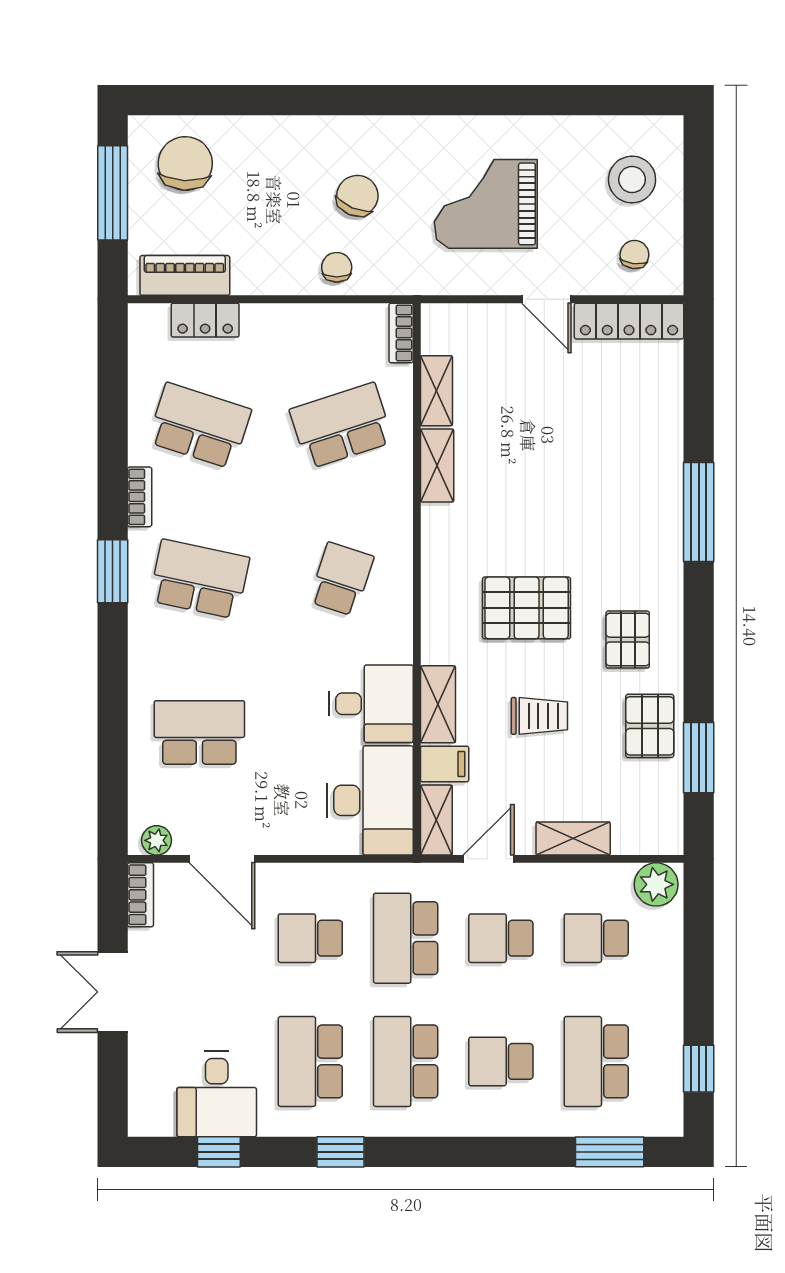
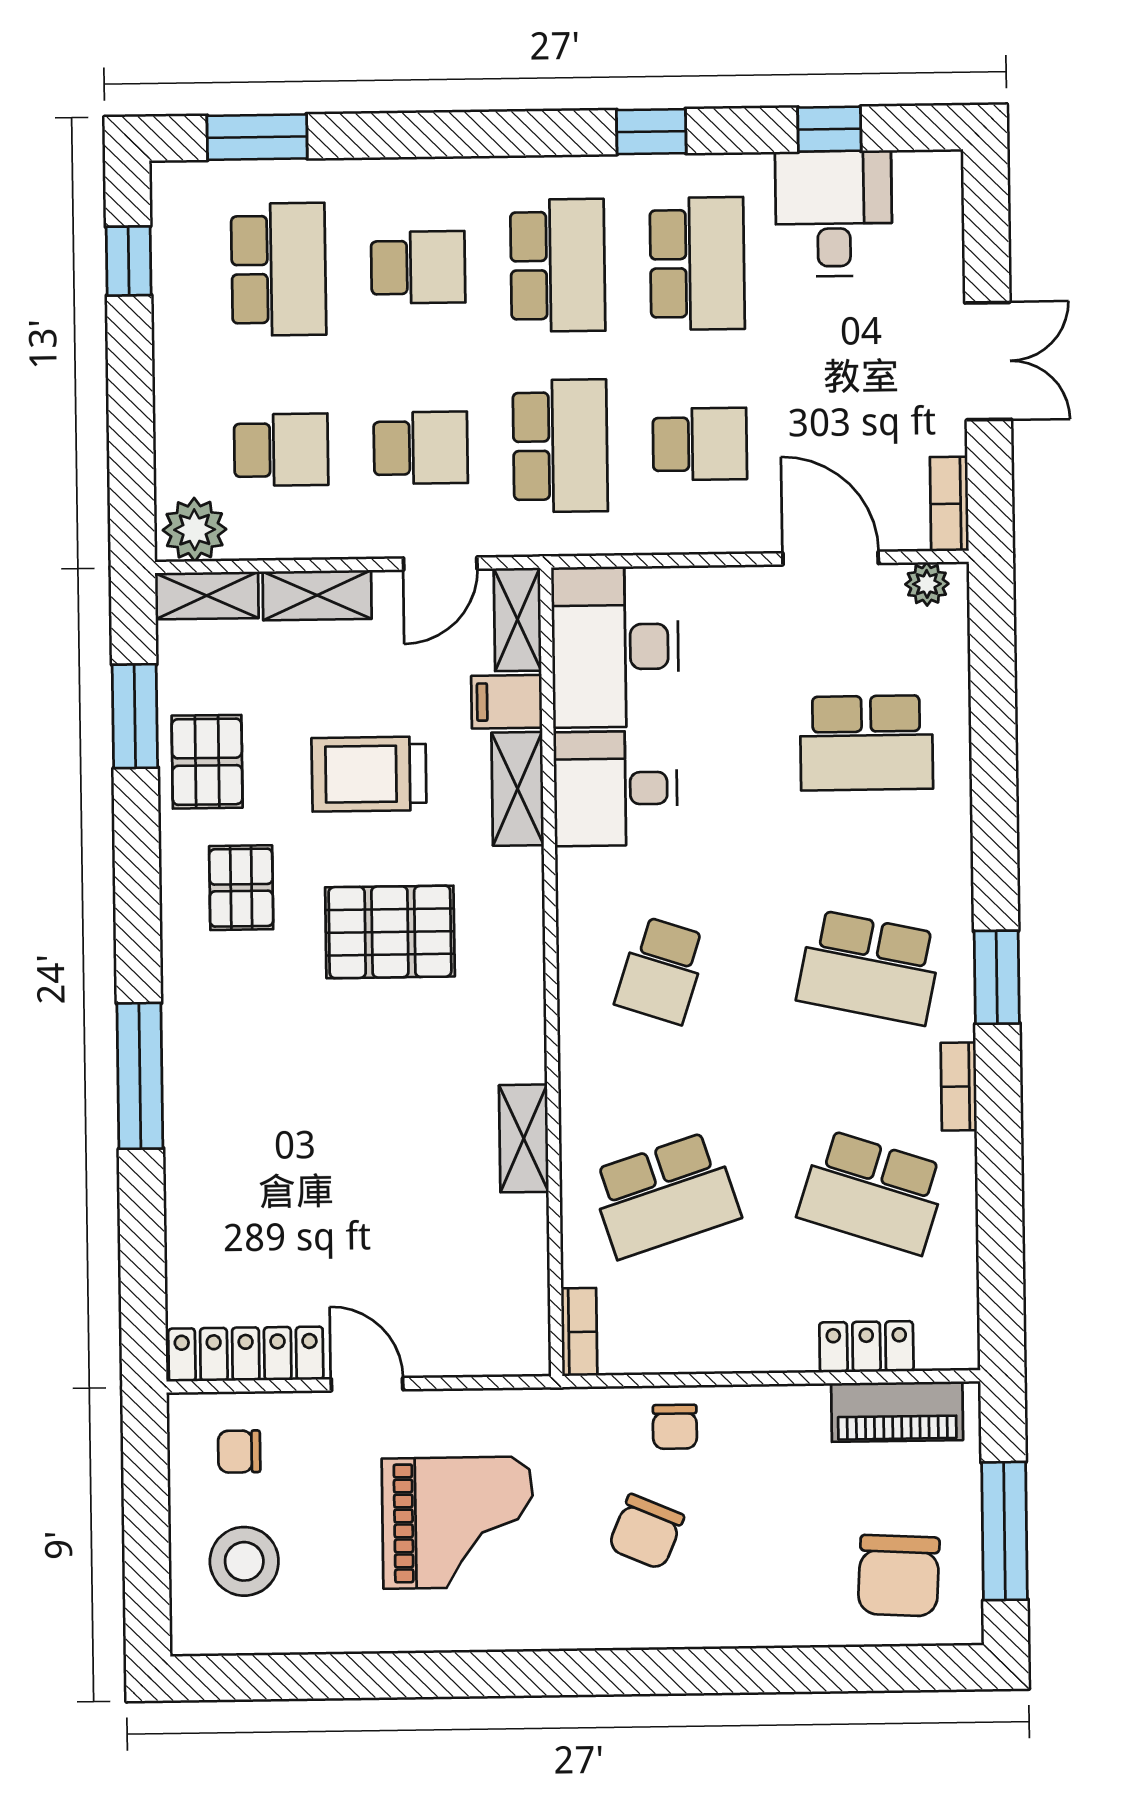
chair: (634, 255) -> (239, 1452), turned 83
shelving: (436, 391) -> (207, 596), moved, turned 90
trolley: (539, 716) -> (369, 774), width x1.36, depth x1.39

